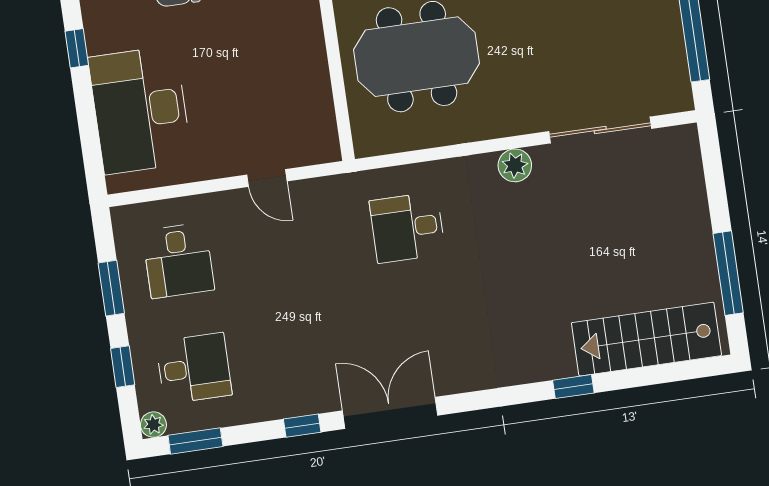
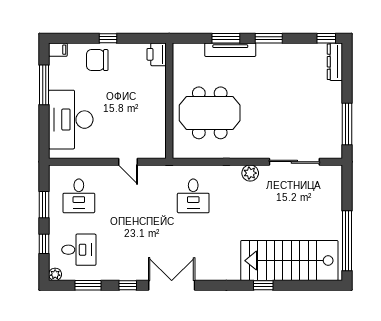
window: (77, 48) -> (44, 85), width x2.17
desk: (407, 227) -> (193, 196), turned -90
window: (728, 273) -> (347, 241), width x1.46
stairs: (646, 339) -> (289, 261), width x1.36, depth x1.51
window: (195, 441) -> (88, 285), moved

